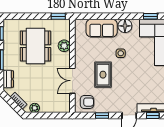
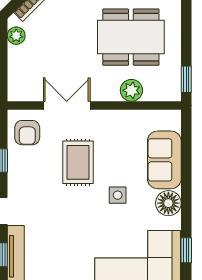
rug: (103, 75) -> (78, 162), turned 90

